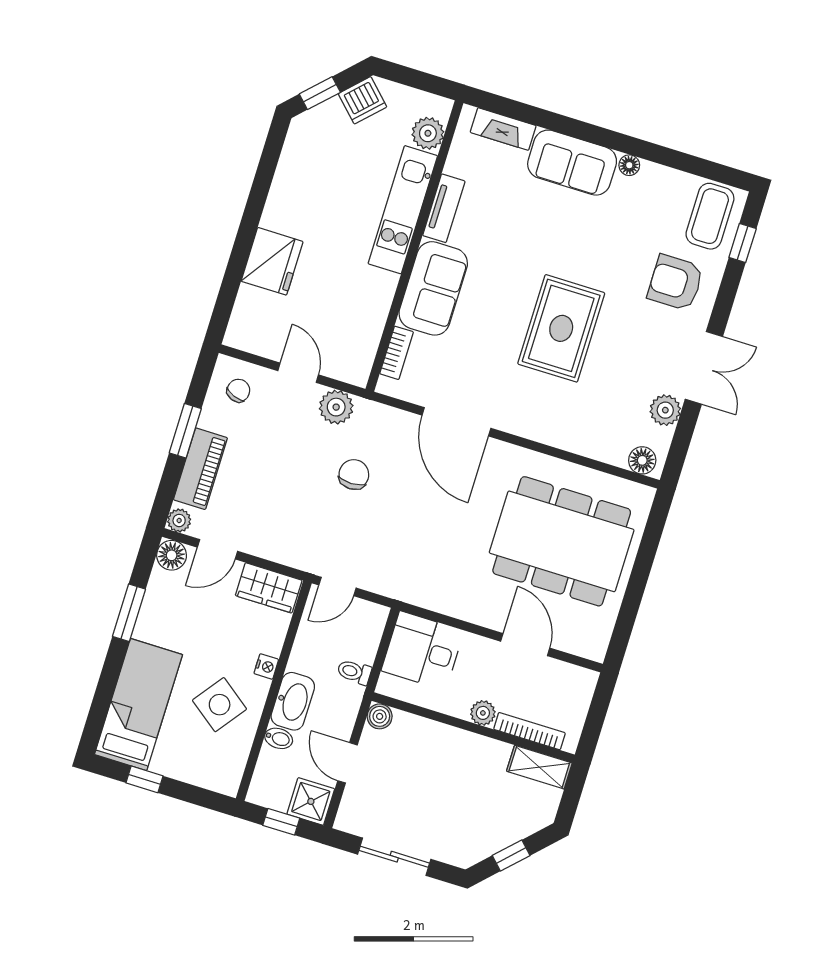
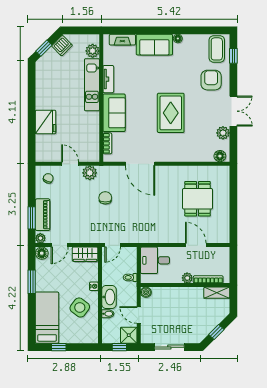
armchair: (675, 283) -> (211, 80), turned 90
window: (185, 431) -> (32, 218), moved
dining table: (562, 541) -> (198, 199), width x0.53, depth x0.80

